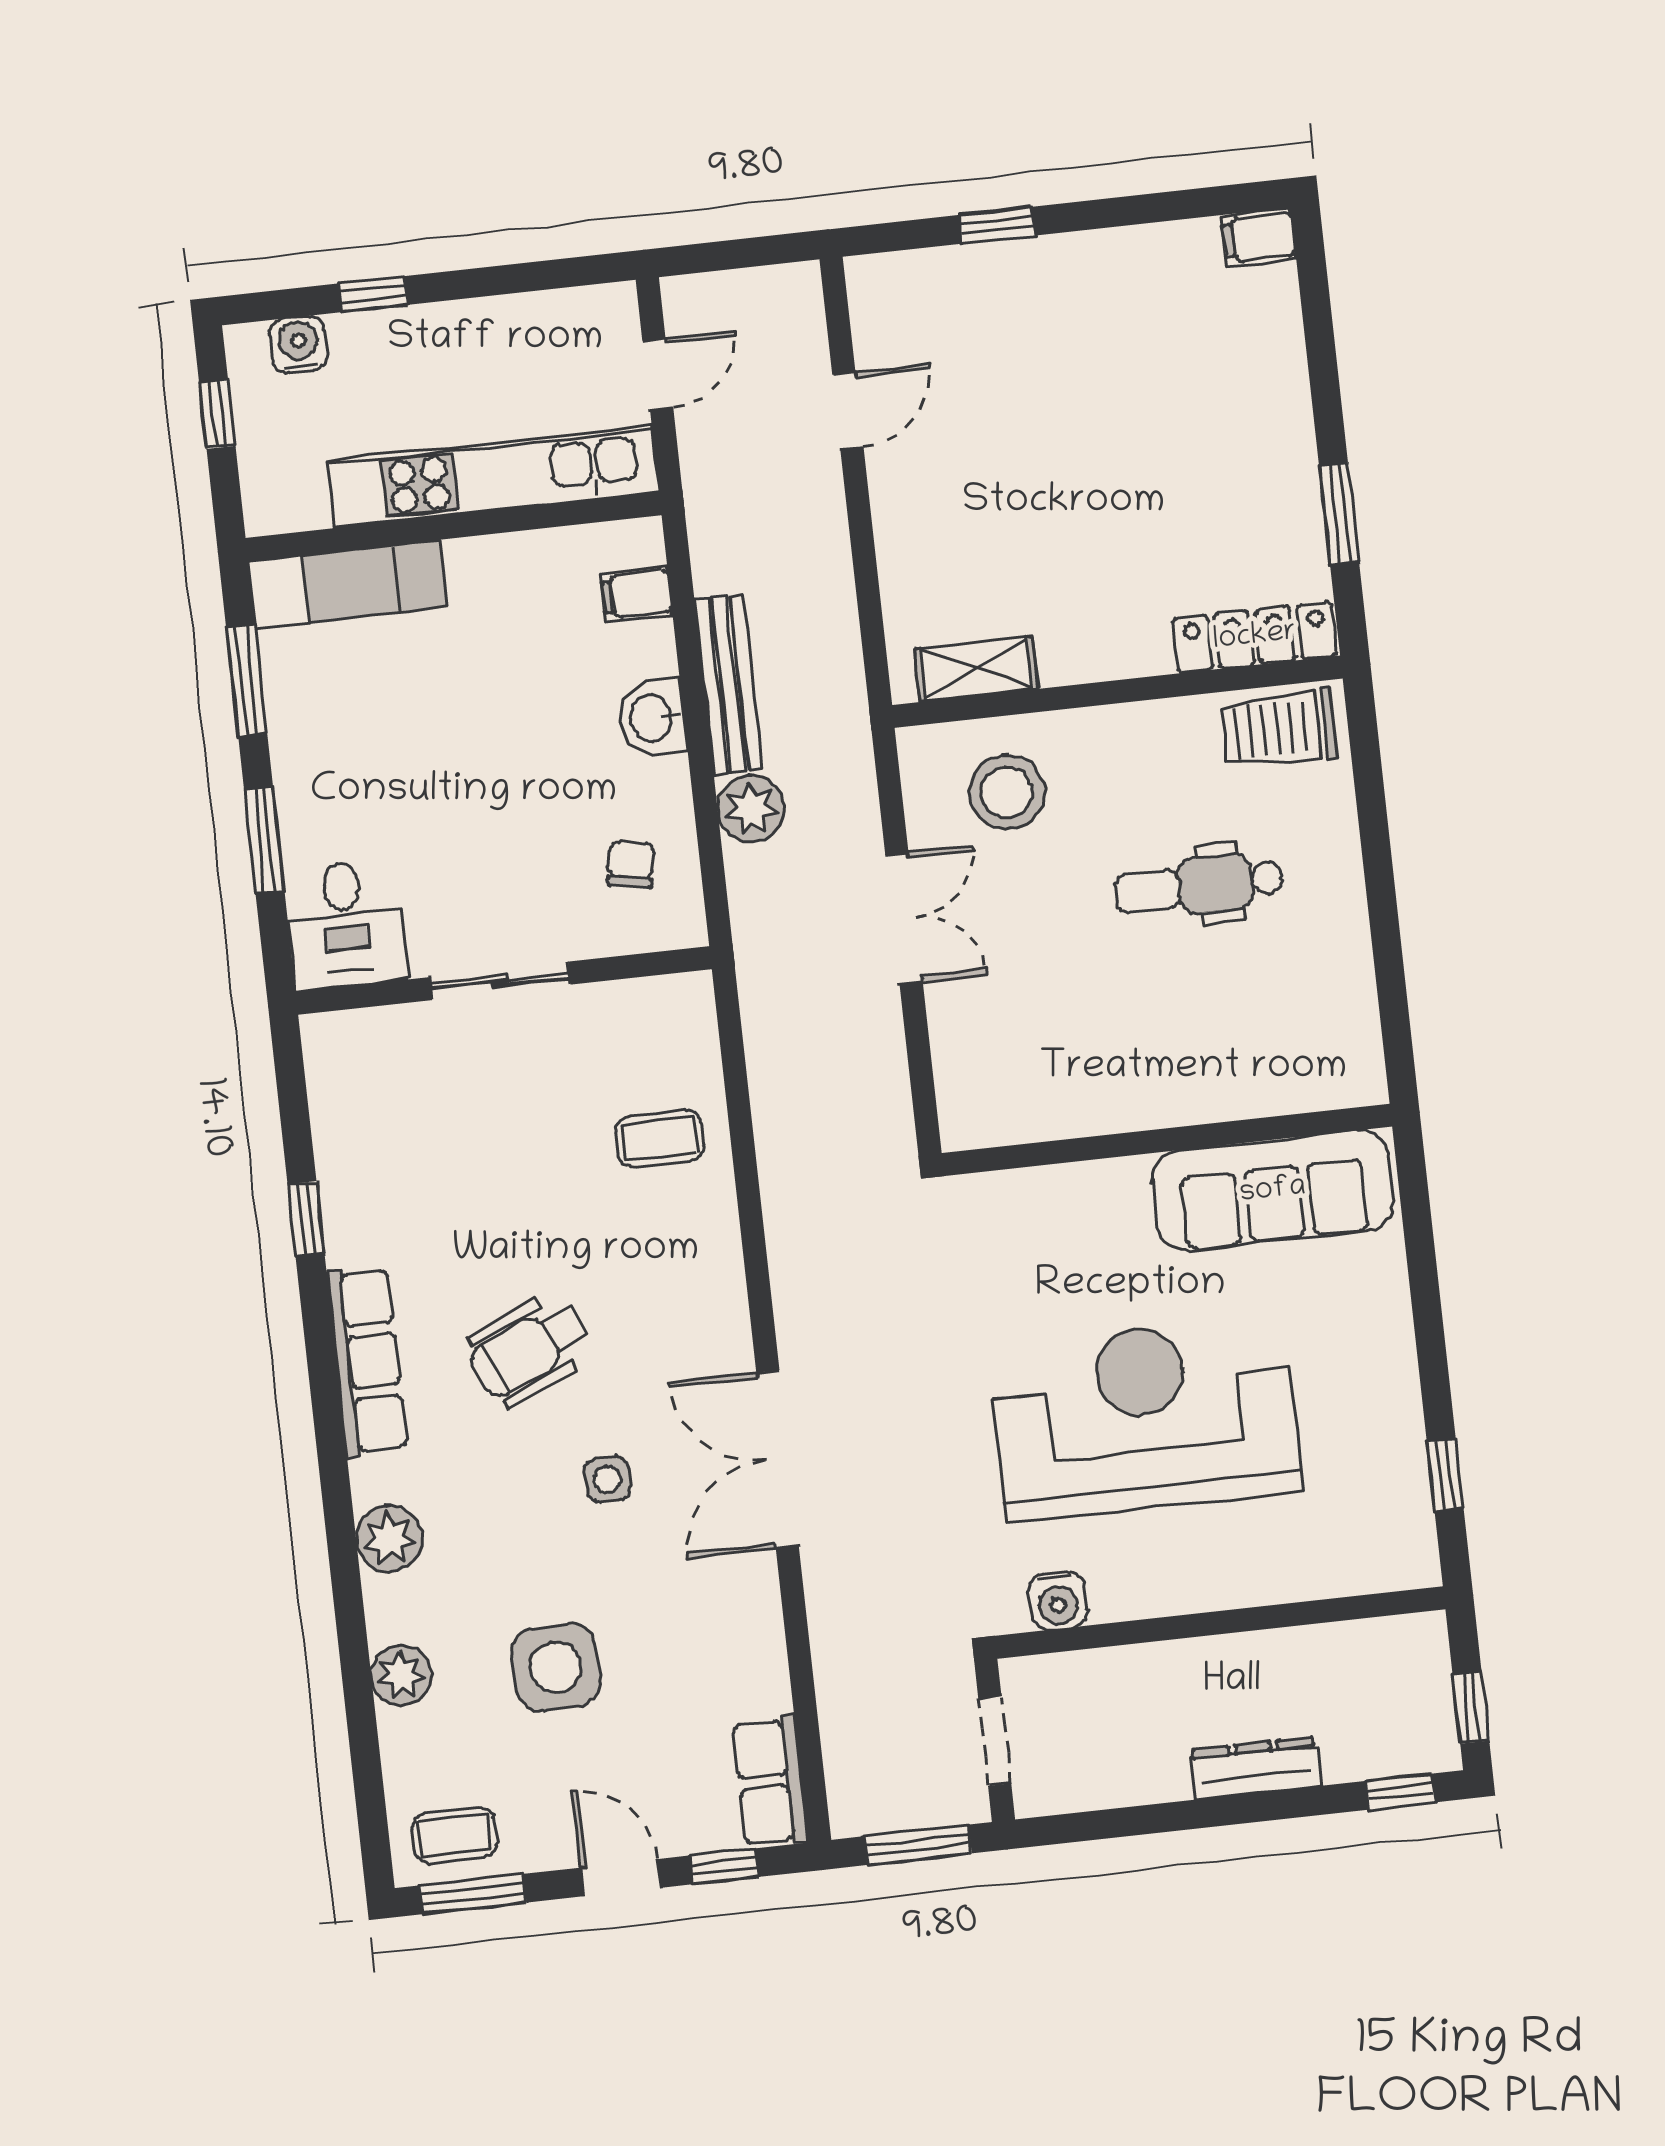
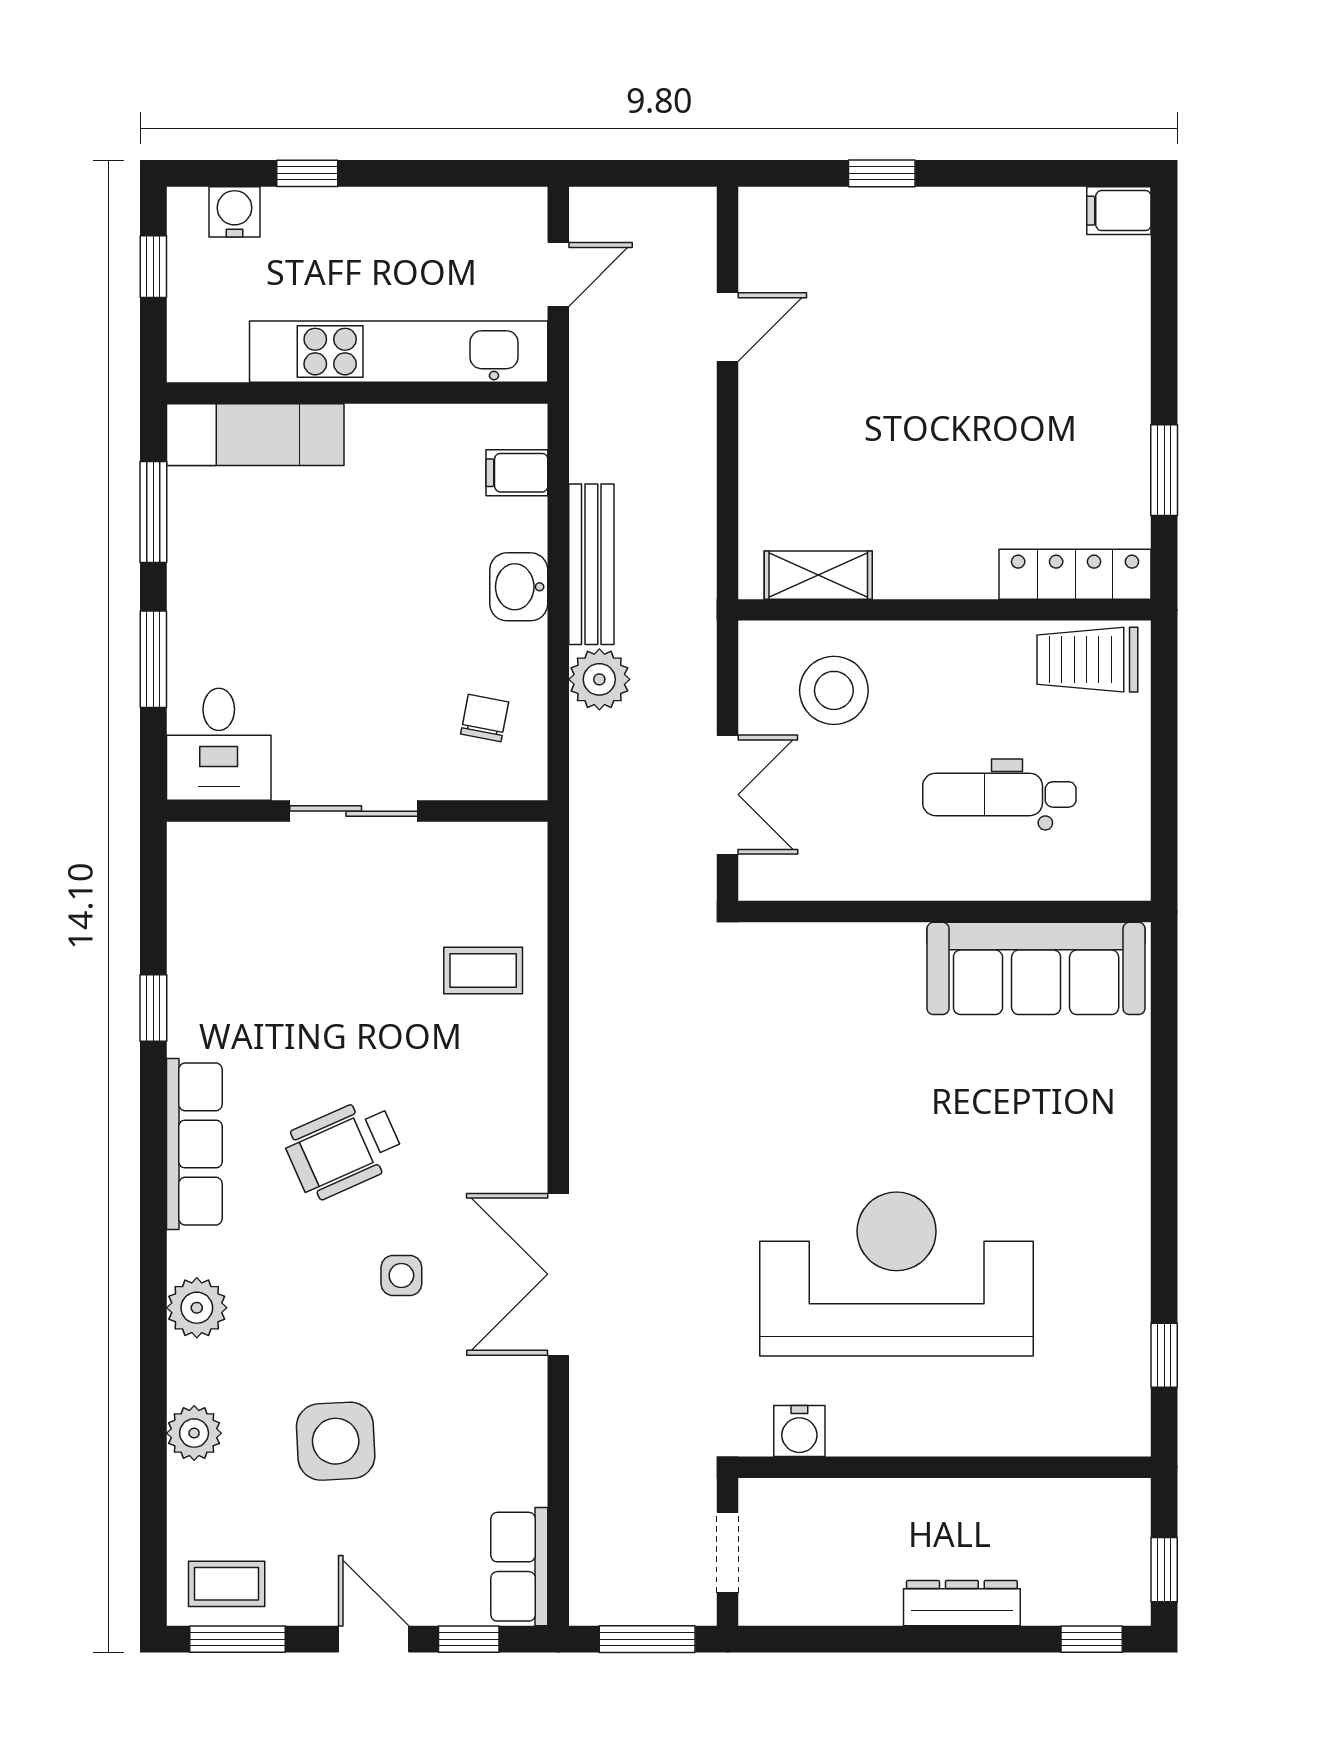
wall: (1167, 1140) -> (945, 912), moved
sofa: (1273, 1191) -> (1036, 968), moved

